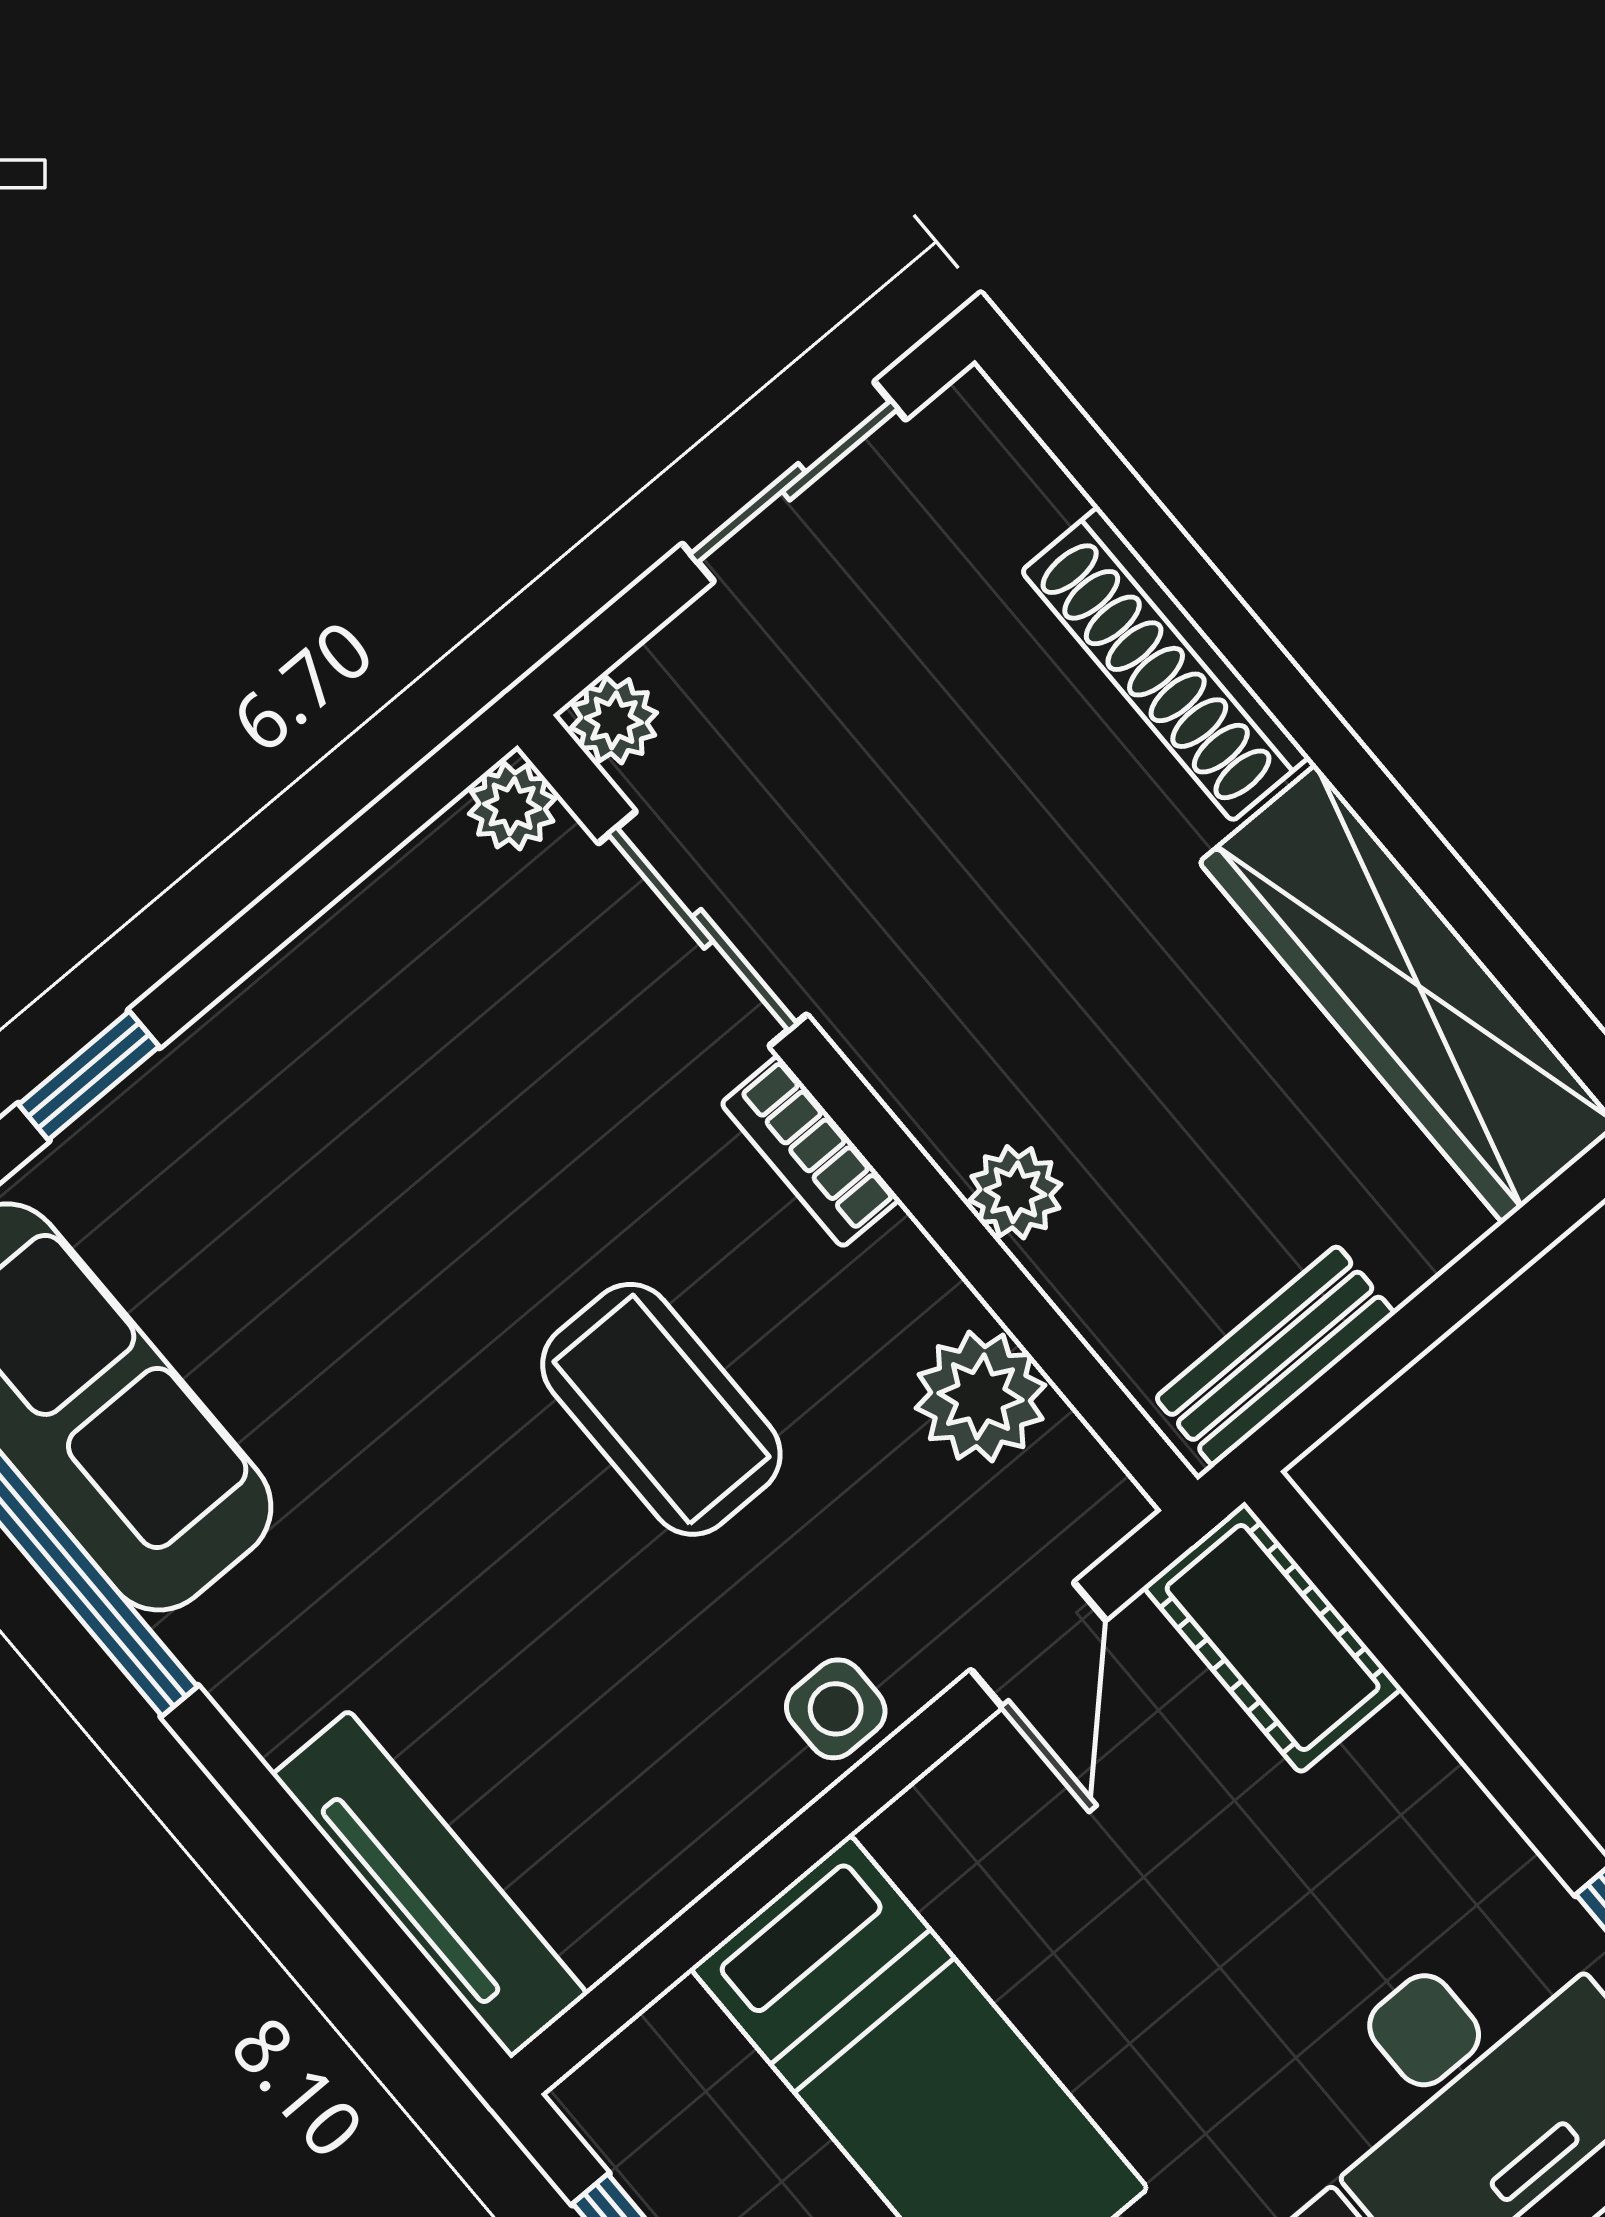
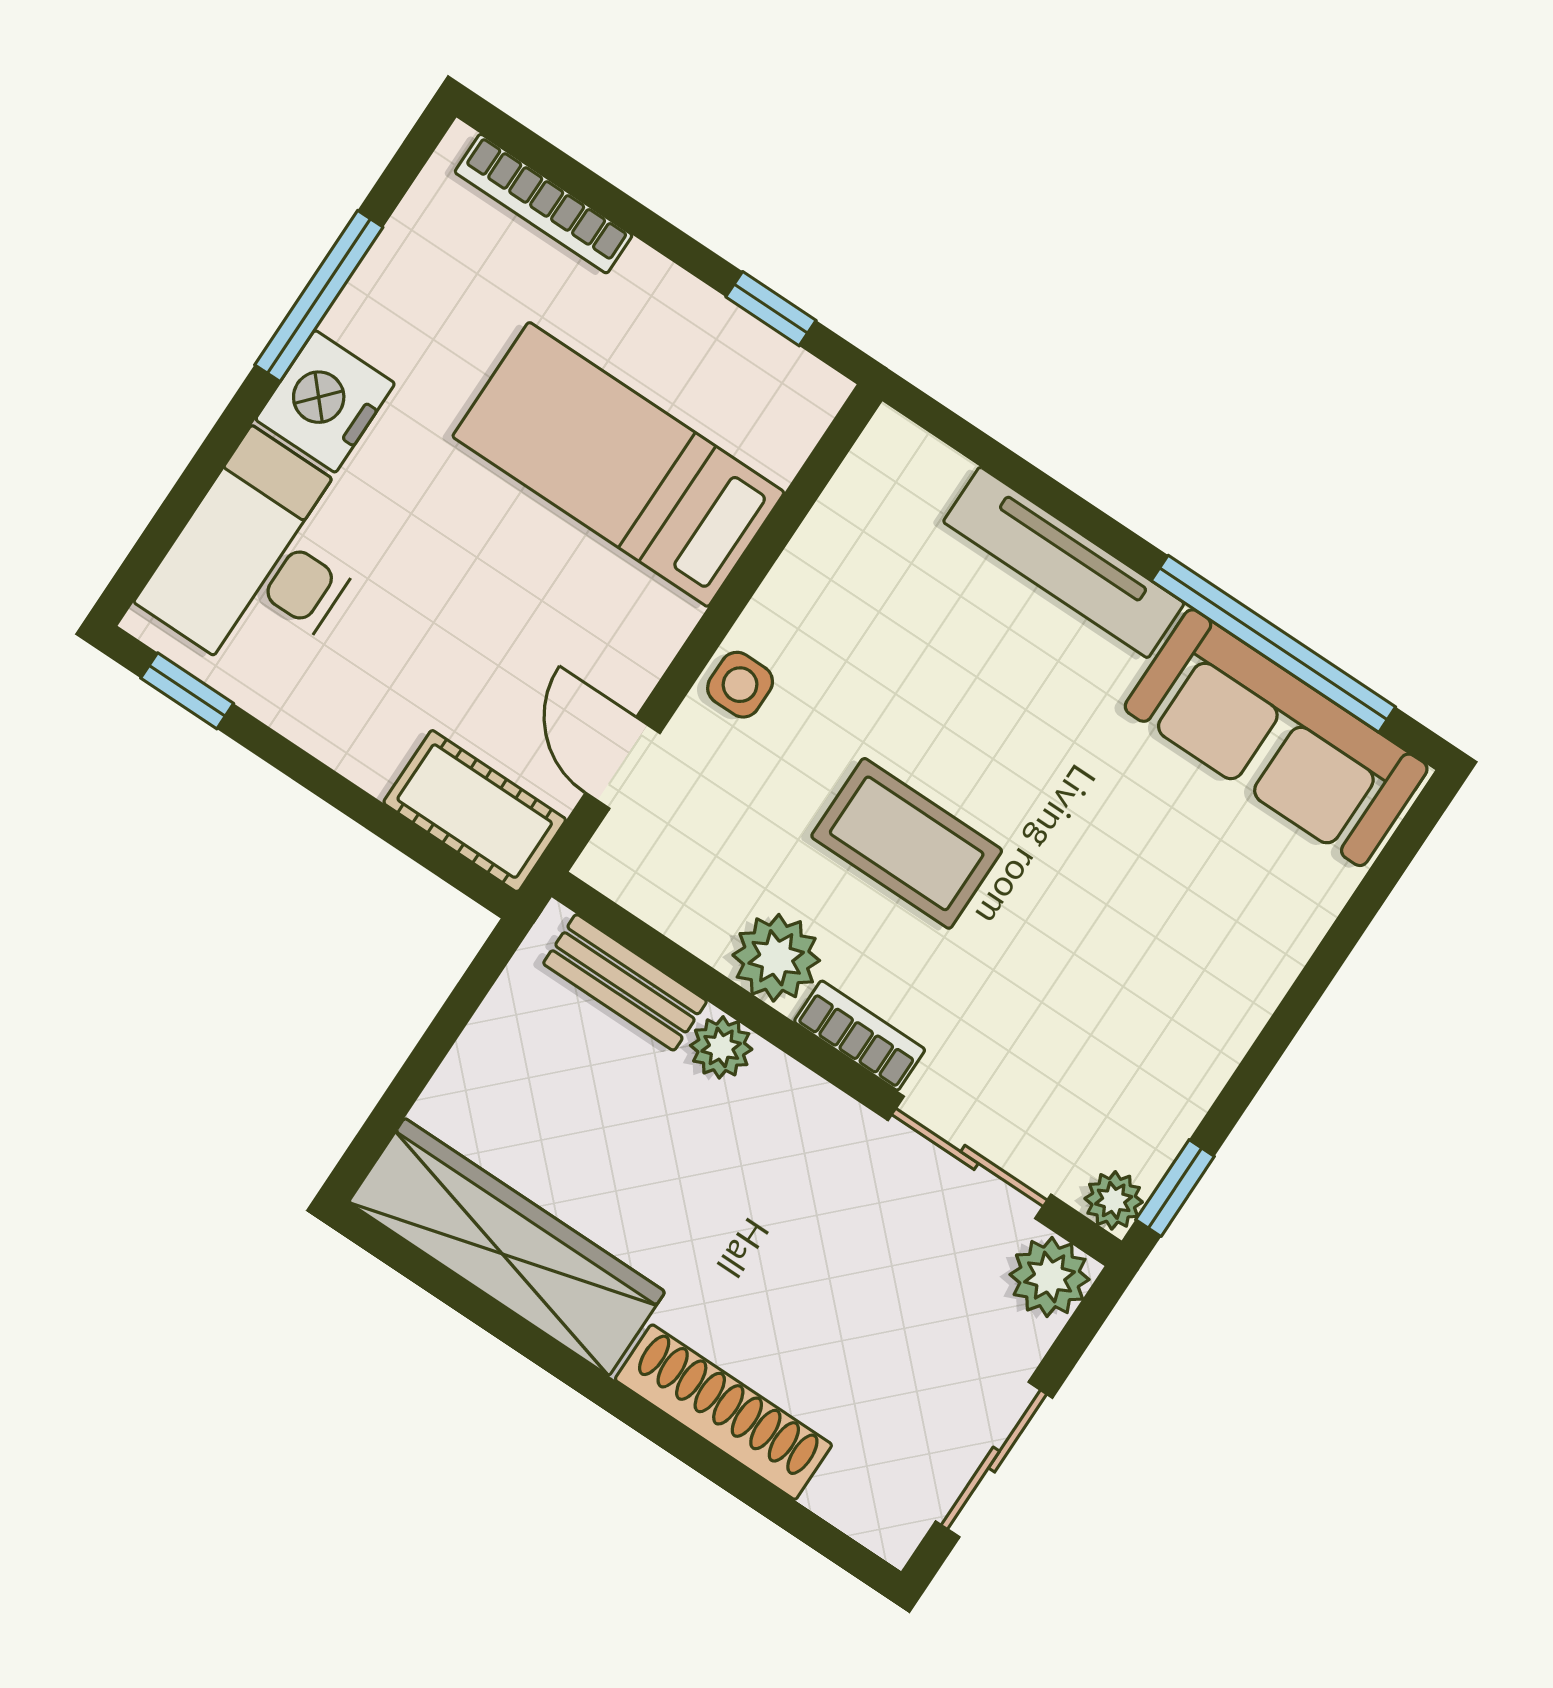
plant: (614, 720) -> (1050, 1277), width x1.38, depth x1.38
window: (89, 1075) -> (1175, 1188), moved
bench: (1275, 1356) -> (625, 982), moved, turned 90
plant: (981, 1397) -> (776, 958), moved
tv unit: (430, 1884) -> (1064, 562), moved

